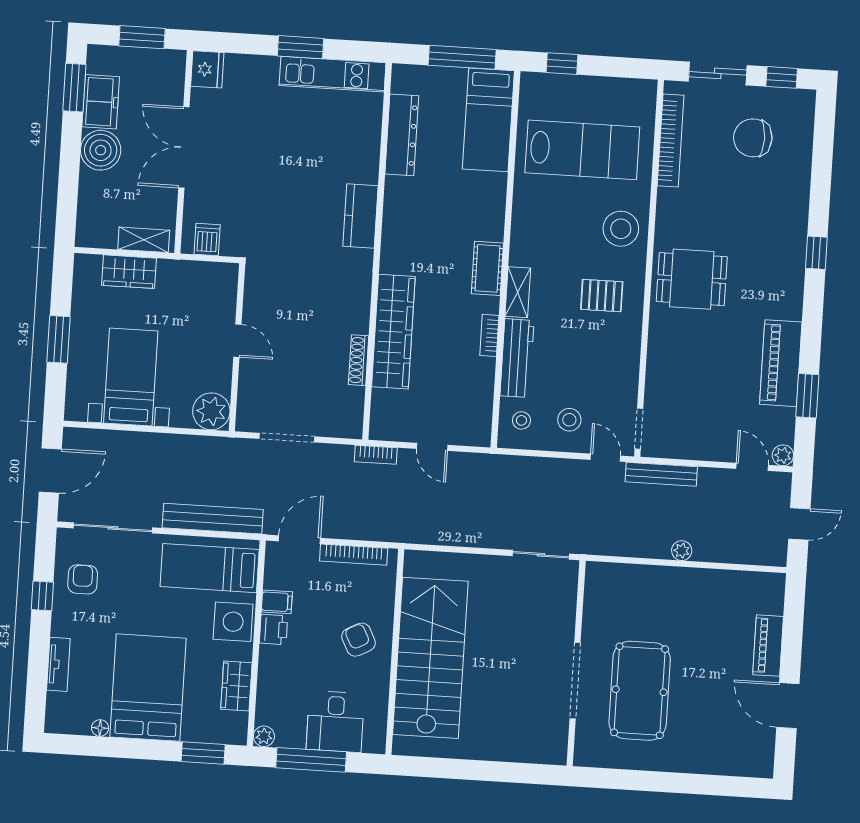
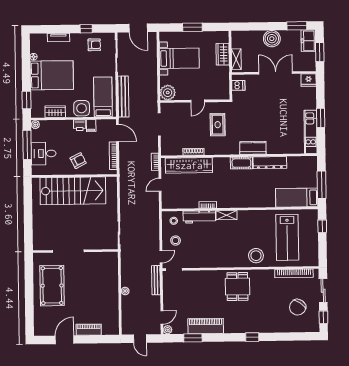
freezer: (101, 102) -> (308, 41), moved, turned 90
dresser: (402, 135) -> (270, 163), moved
chair: (753, 138) -> (298, 307), turned -145
cot: (487, 268) -> (241, 163), moved
pallet: (602, 296) -> (228, 250), removed
rug: (298, 297) -> (218, 125), added
wardrobe: (393, 332) -> (189, 165), moved
pool table: (640, 691) -> (52, 286), moved, turned 90

